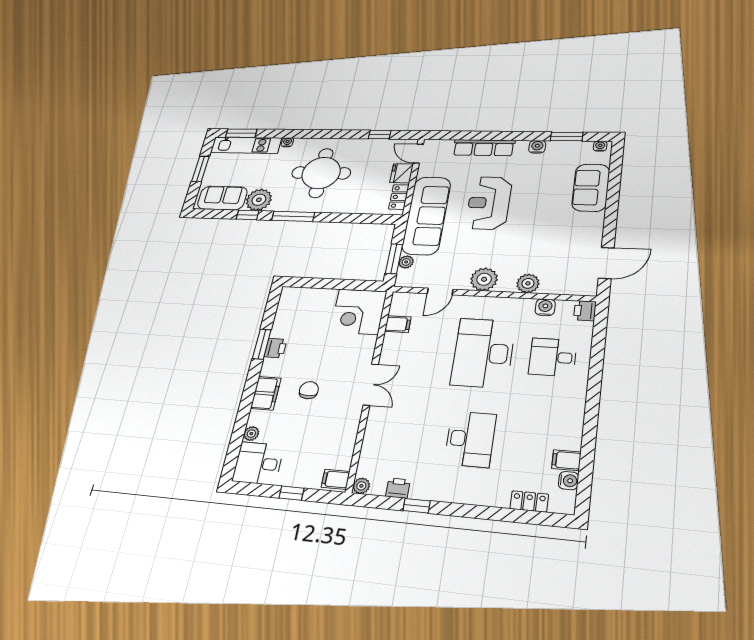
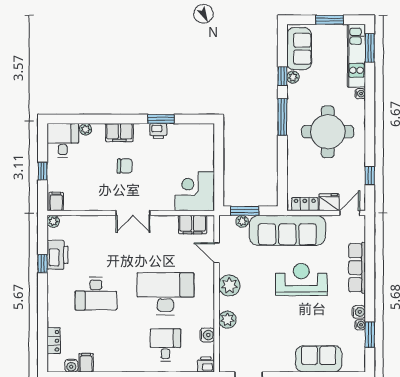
water cooler: (600, 146) -> (360, 325), moved
plant: (259, 200) -> (293, 77), width x0.53, depth x0.53
filing cabinet: (398, 324) -> (193, 225), width x2.00
printer: (398, 488) -> (57, 255), width x1.87, depth x1.48

